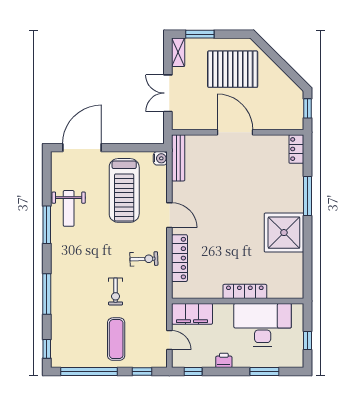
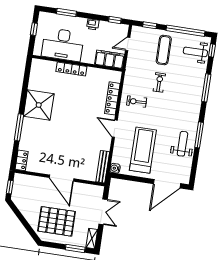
door: (169, 340) -> (128, 44), hinge flipped
weight bench: (70, 343) -> (195, 52), added

